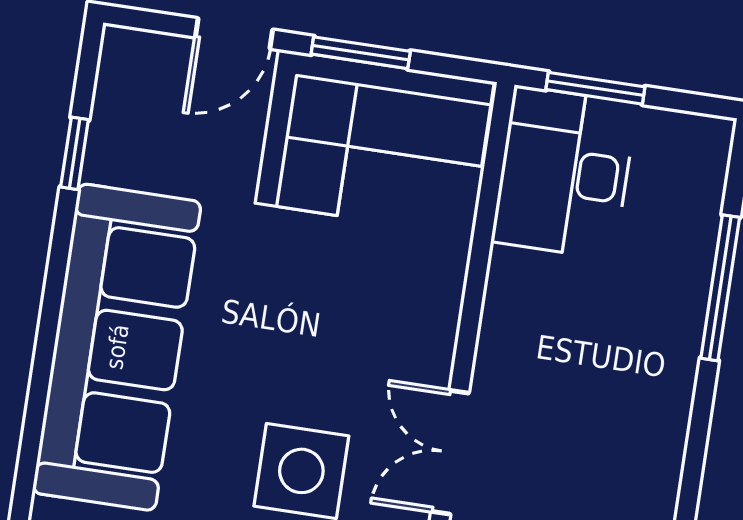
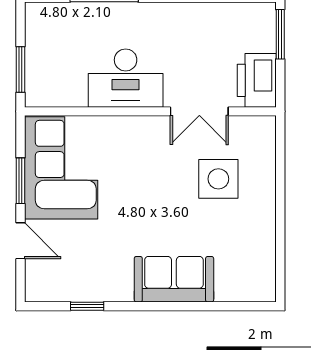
desk: (564, 173) -> (126, 78), moved
sofa: (117, 347) -> (174, 279), width x0.54, depth x0.79

